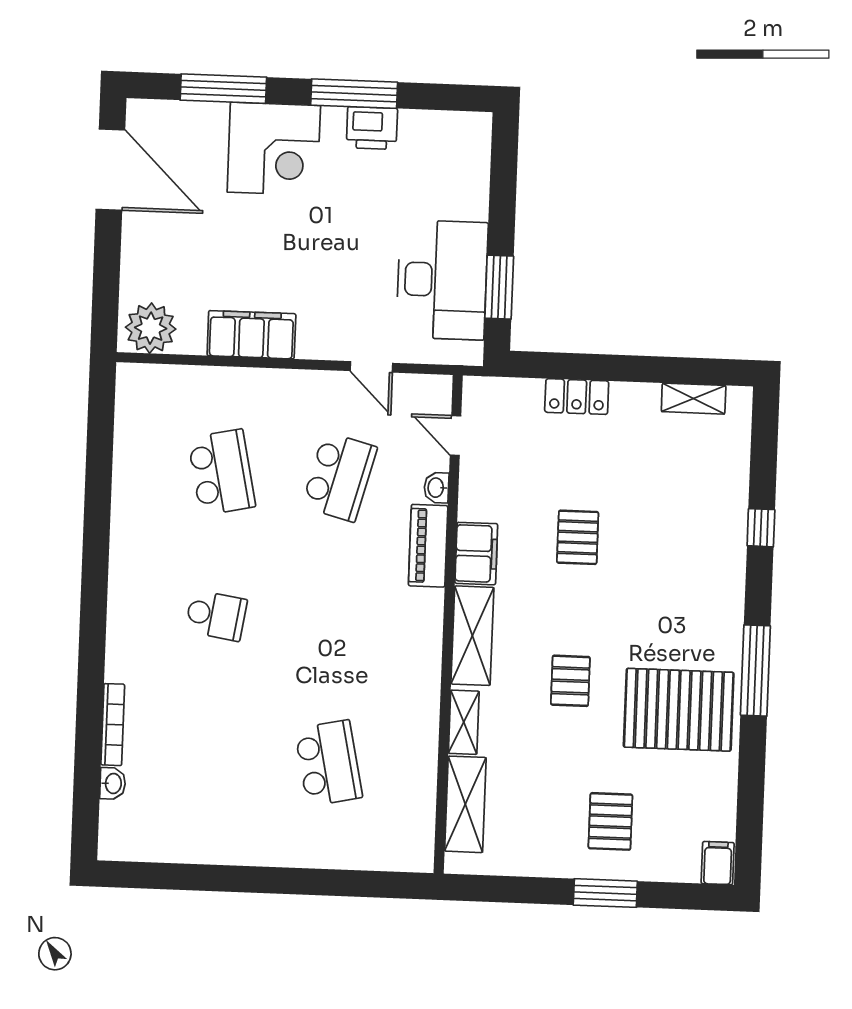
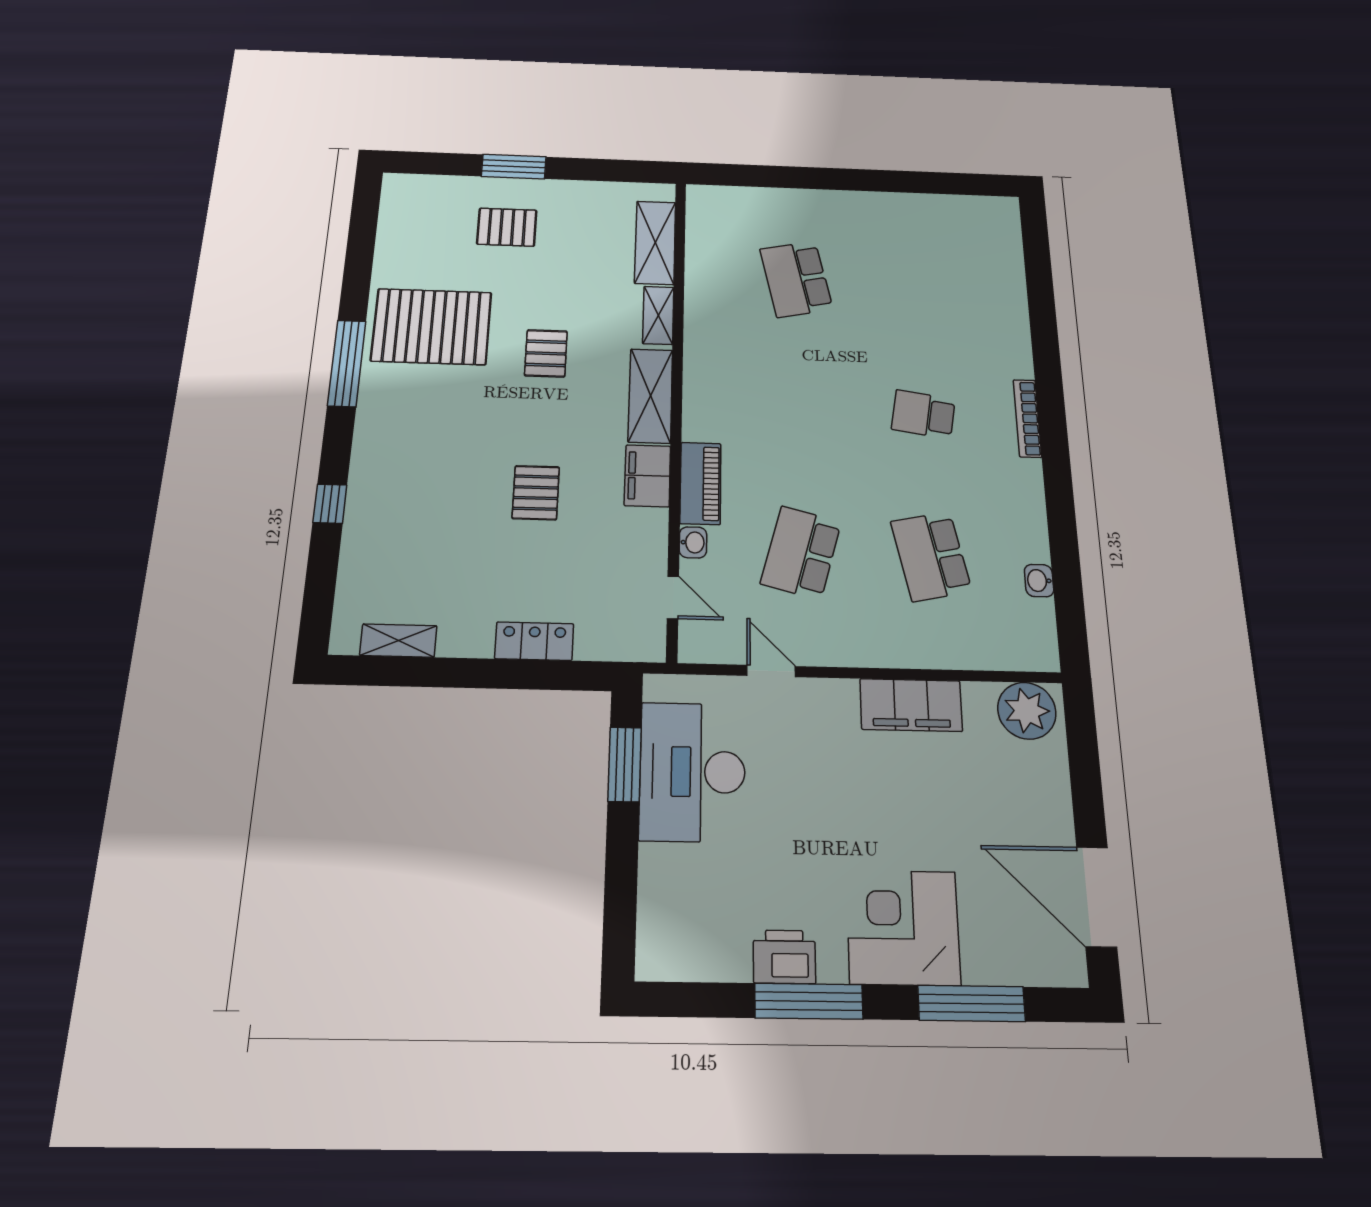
bookcase: (113, 725) -> (1027, 418), moved
washbasin: (113, 783) -> (1039, 581), moved
pallet: (610, 821) -> (507, 227), turned 90
filing cabinet: (718, 863) -> (398, 191), removed

